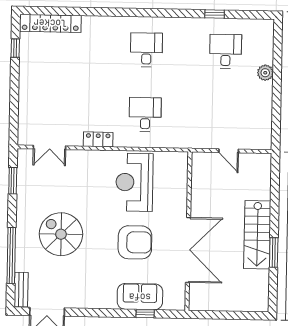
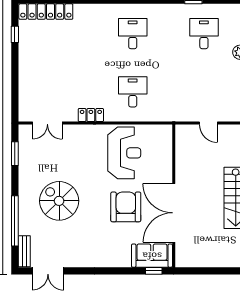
reception desk: (134, 182) -> (124, 153), turned 180
armchair: (135, 242) -> (126, 207), turned -90
double door: (188, 250) -> (174, 213), swing flipped
sofa: (140, 297) -> (152, 256), moved
window: (145, 314) -> (154, 271), moved

